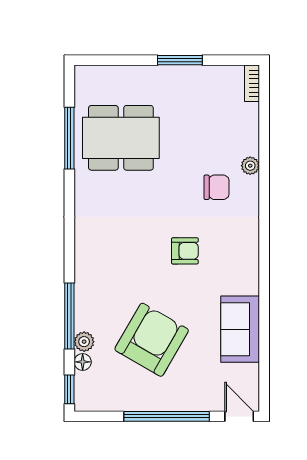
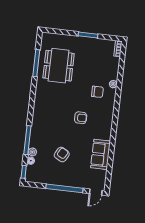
dining table: (121, 138) -> (59, 66), turned 90
armchair: (152, 340) -> (62, 155), width x0.53, depth x0.53
door: (239, 416) -> (96, 192), swing flipped

